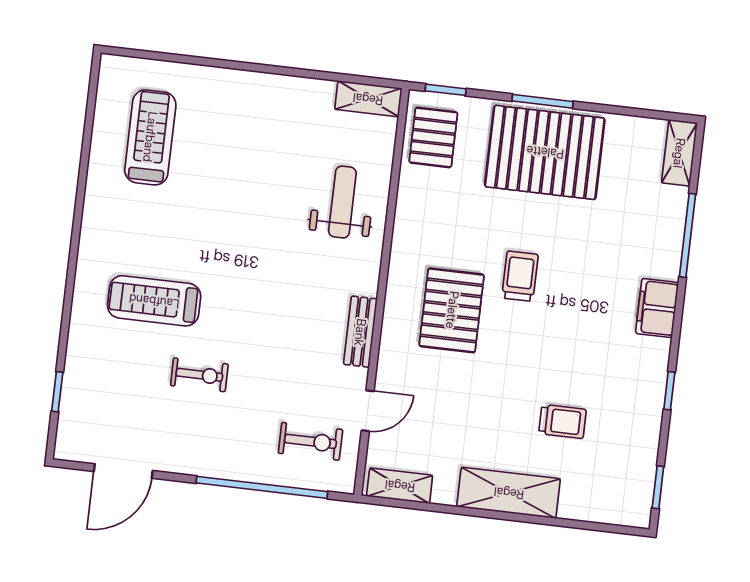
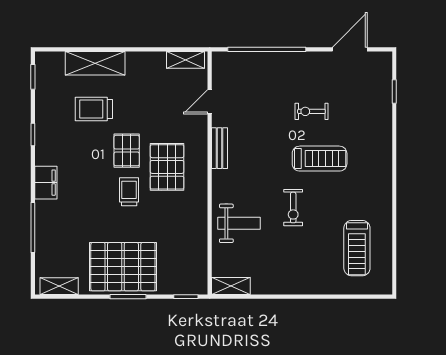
pallet: (433, 137) -> (127, 151), moved
shelving: (679, 153) -> (59, 286), moved, turned 90
weight bench: (342, 202) -> (239, 223), turned -90
trolley: (520, 276) -> (129, 192), turned 180
treadmill: (154, 301) -> (320, 159), moved
trolley: (563, 421) -> (94, 109), width x1.36, depth x1.39
exercise bike: (310, 441) -> (293, 208), moved, turned -90
shelving: (509, 493) -> (95, 63), moved

